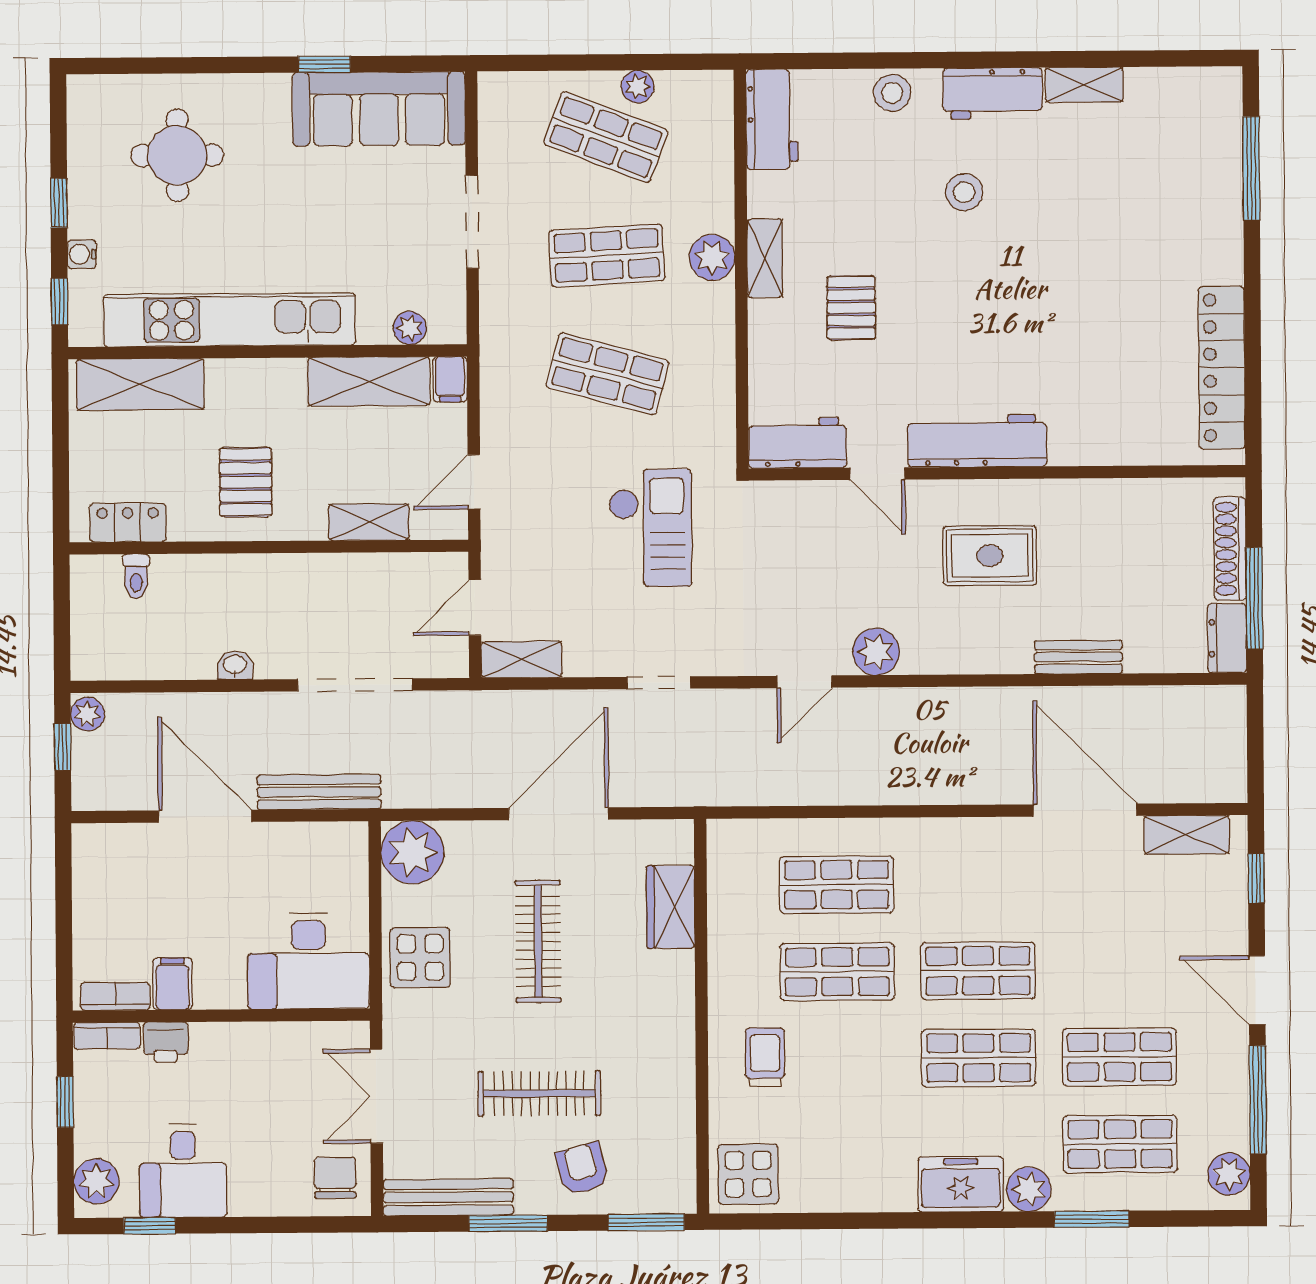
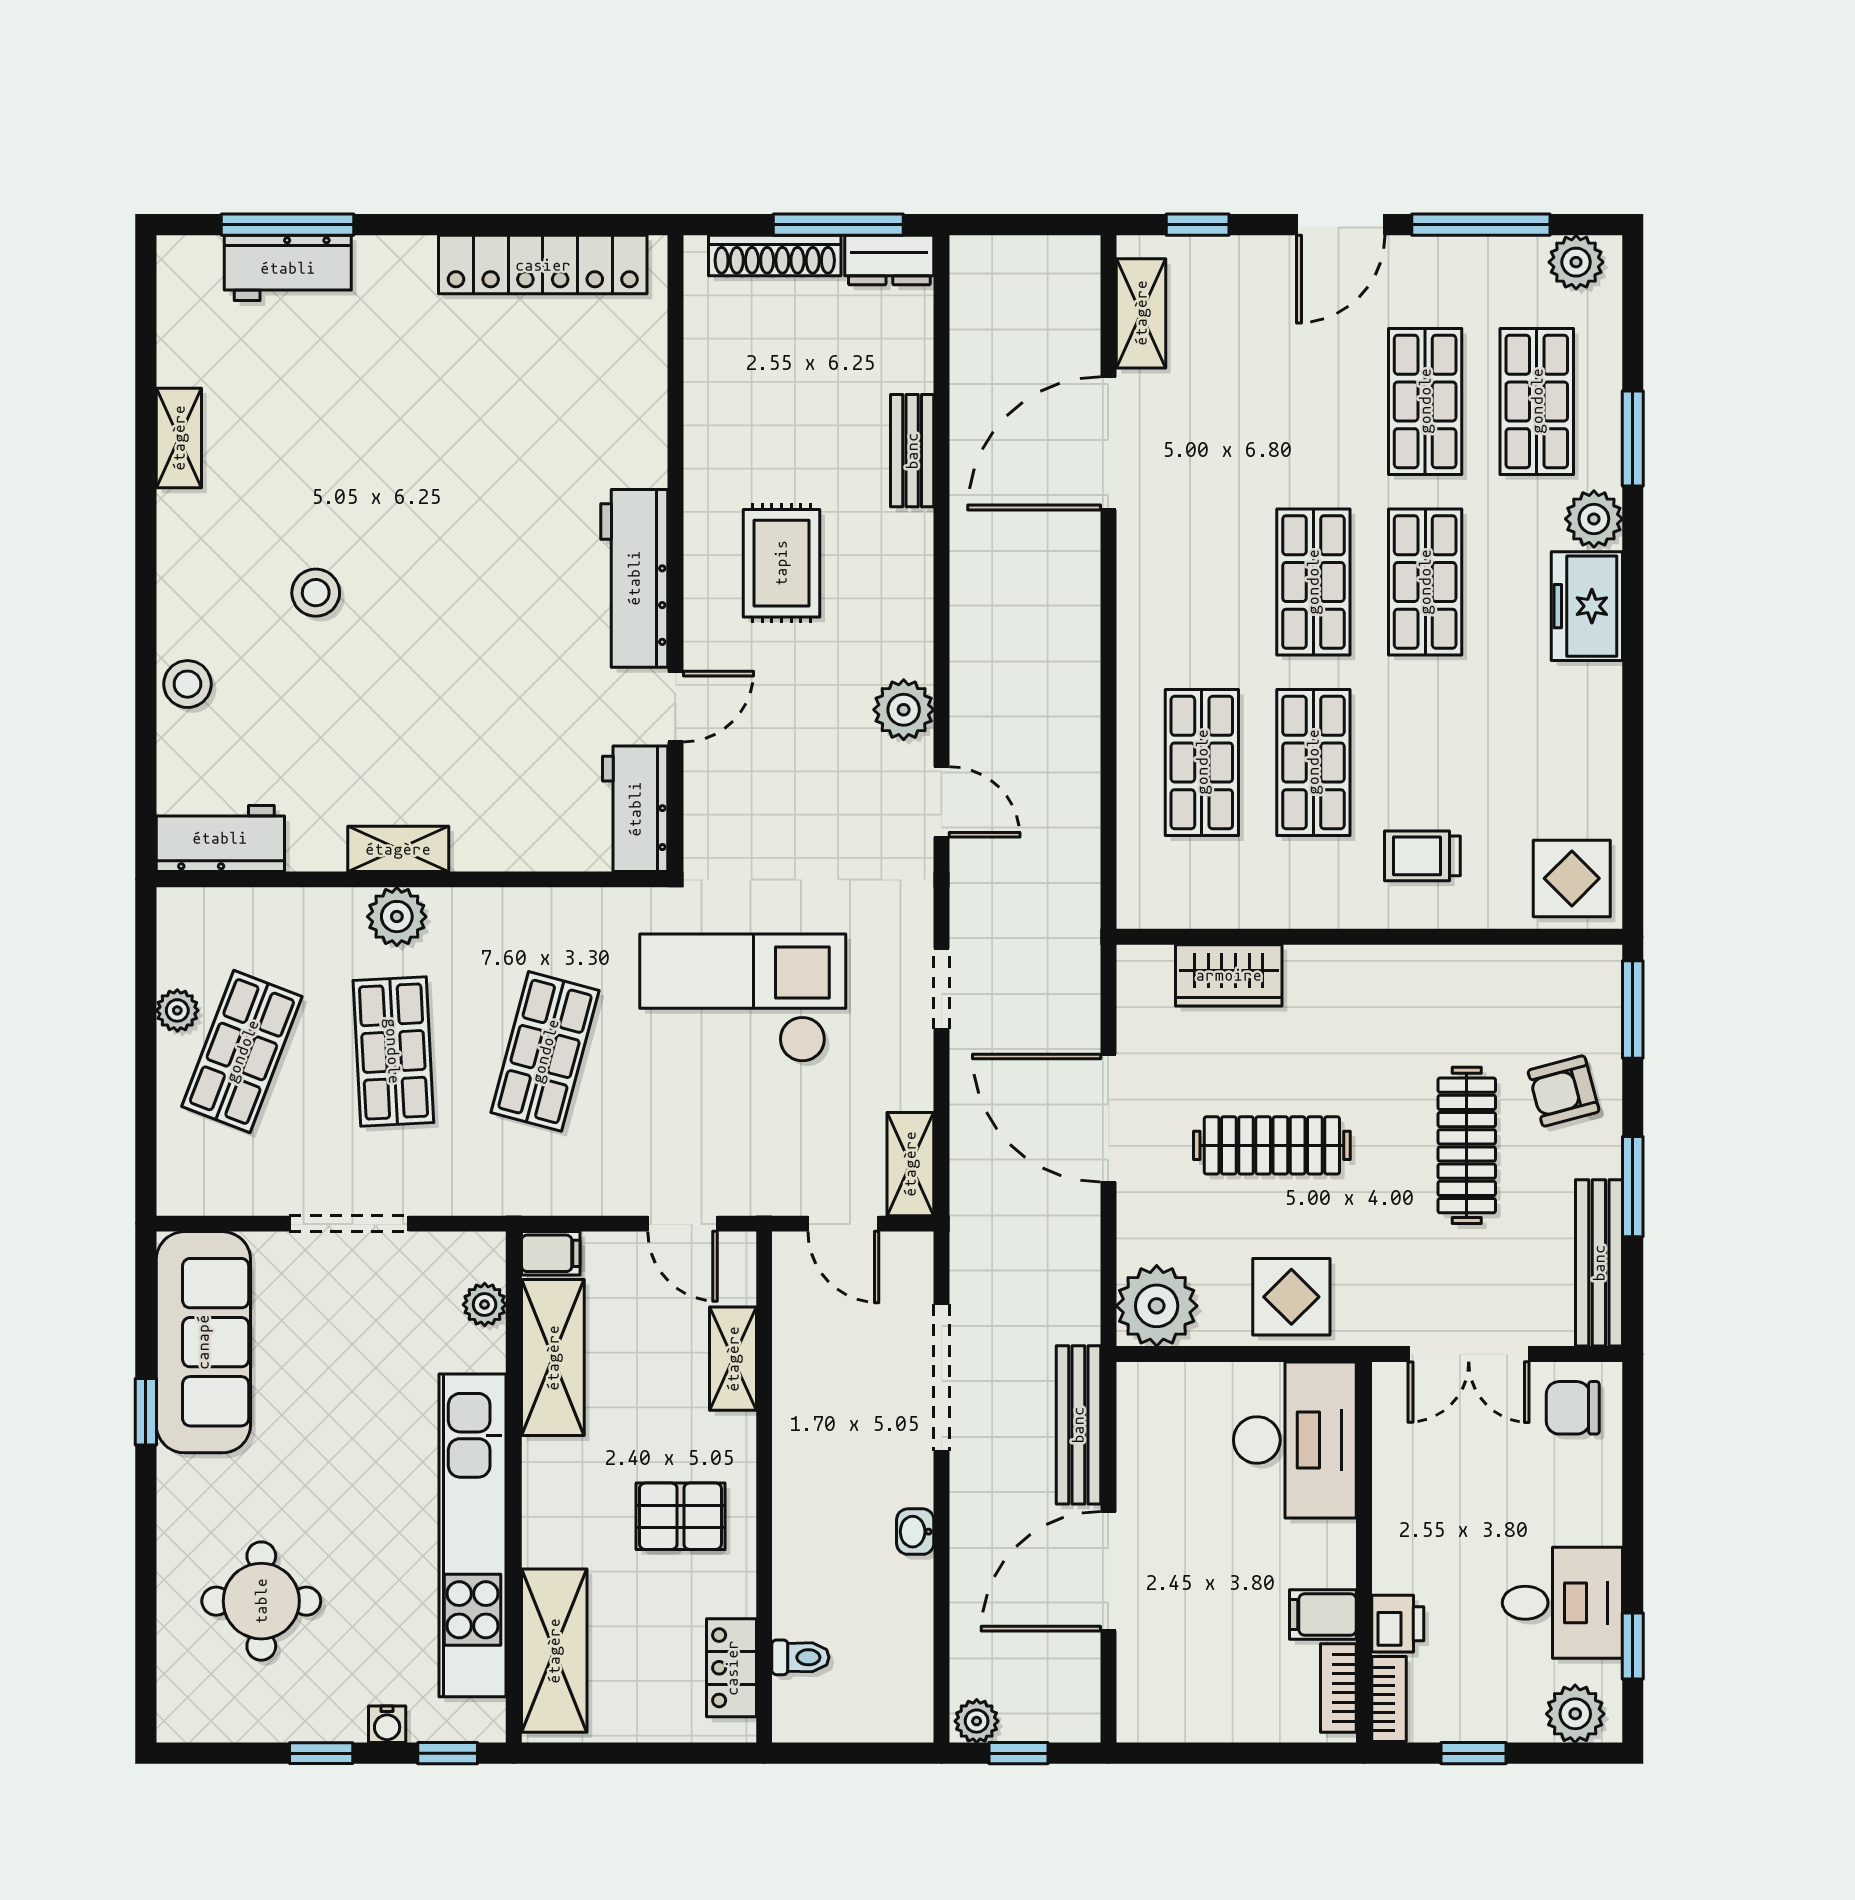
workbench: (993, 93) -> (288, 268), moved, turned 90
pallet: (851, 308) -> (463, 739), removed
checkout: (650, 528) -> (743, 998), width x1.36, depth x1.21

